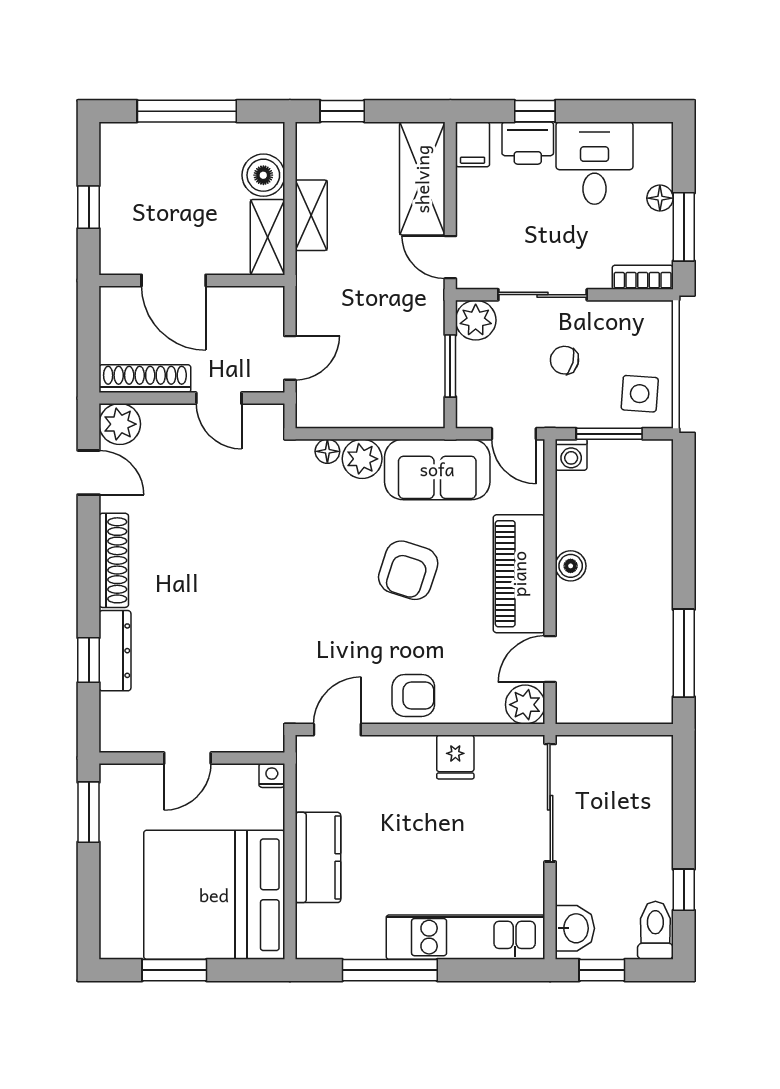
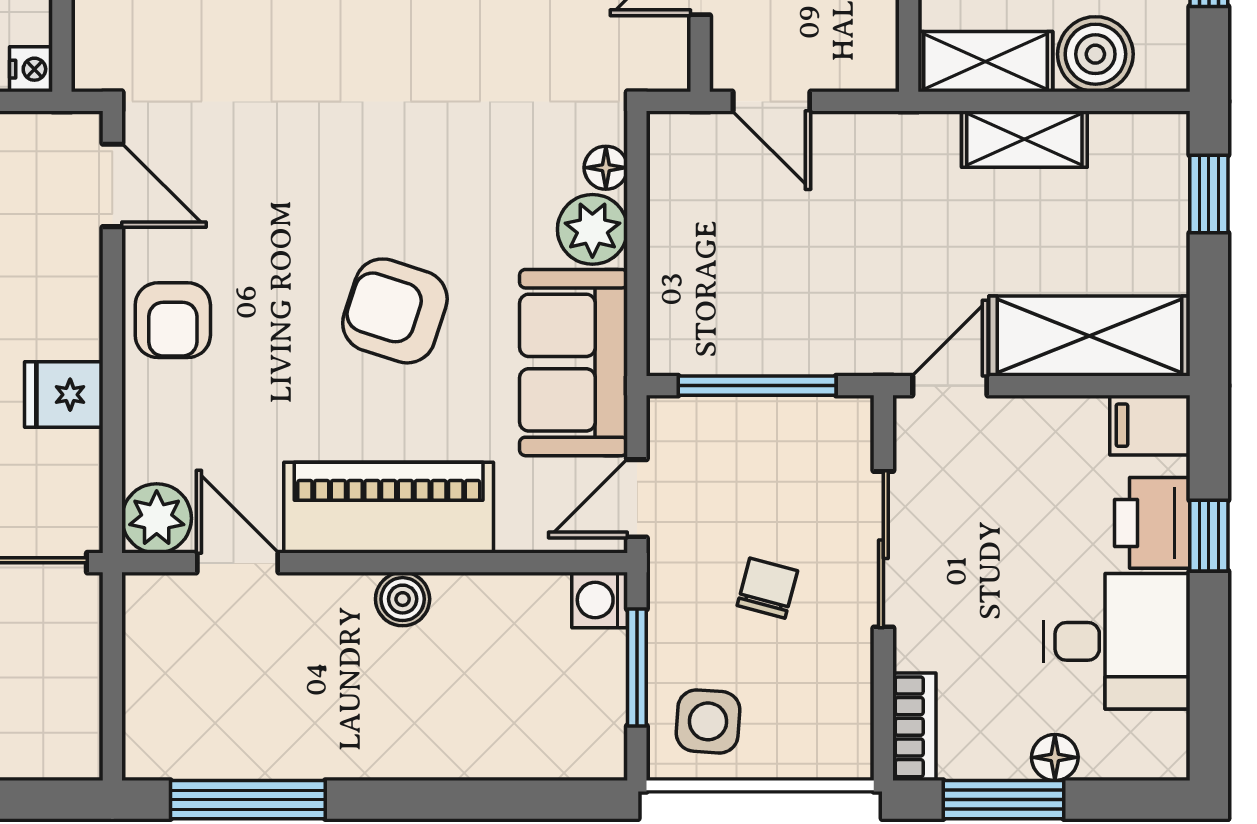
plant: (476, 320) -> (838, 431), removed
window: (450, 366) -> (757, 386), width x1.44

